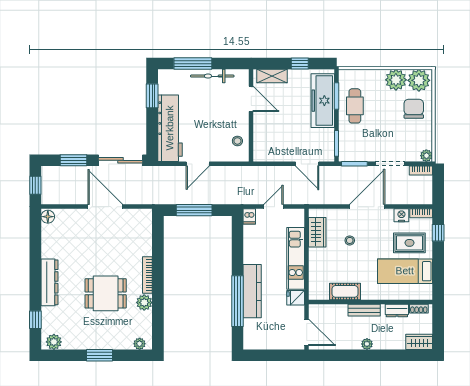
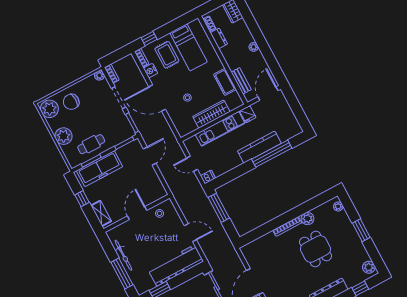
plant: (396, 80) -> (63, 136), moved
door: (251, 99) -> (137, 213), moved
window: (194, 210) -> (219, 208), moved
wardrobe: (317, 232) -> (211, 114), moved, width x1.50
bench: (364, 310) -> (241, 81), moved

